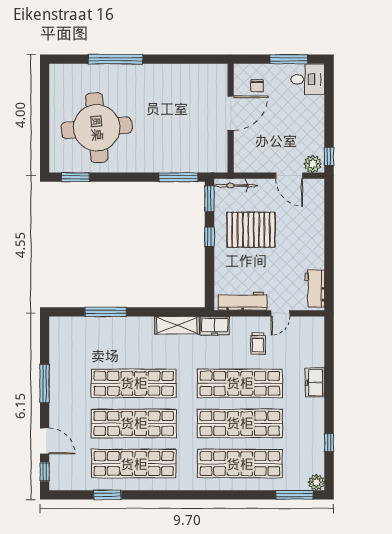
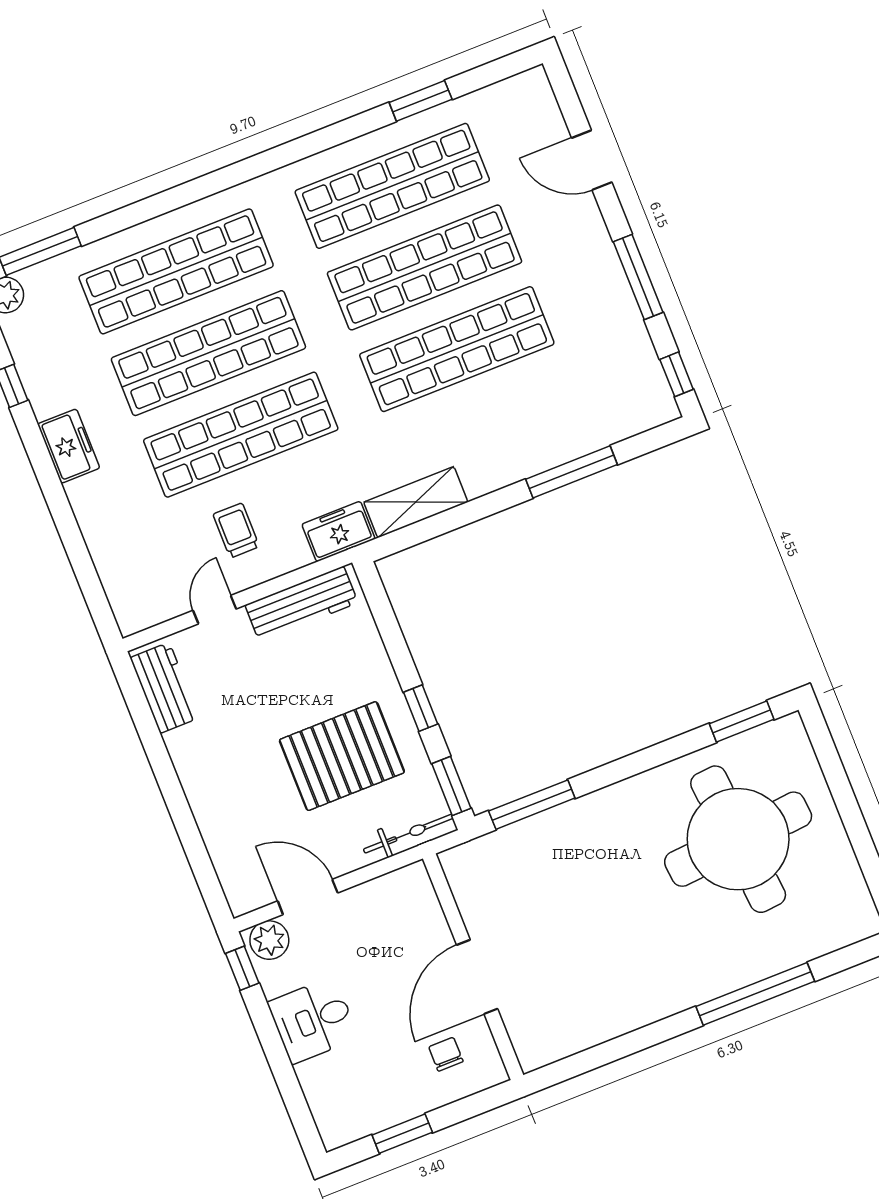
window: (289, 59) -> (402, 1134), width x0.69
desk: (308, 79) -> (313, 1020), moved
freezer: (315, 383) -> (69, 446), moved
window: (45, 472) -> (677, 374), moved

